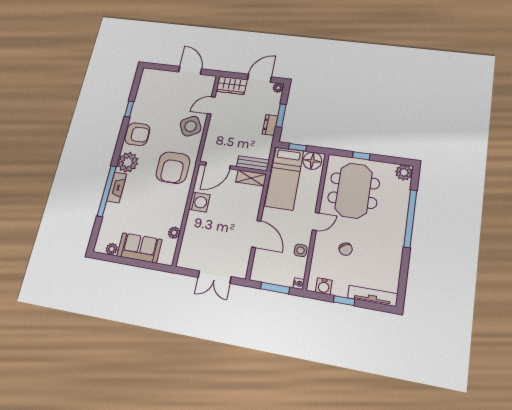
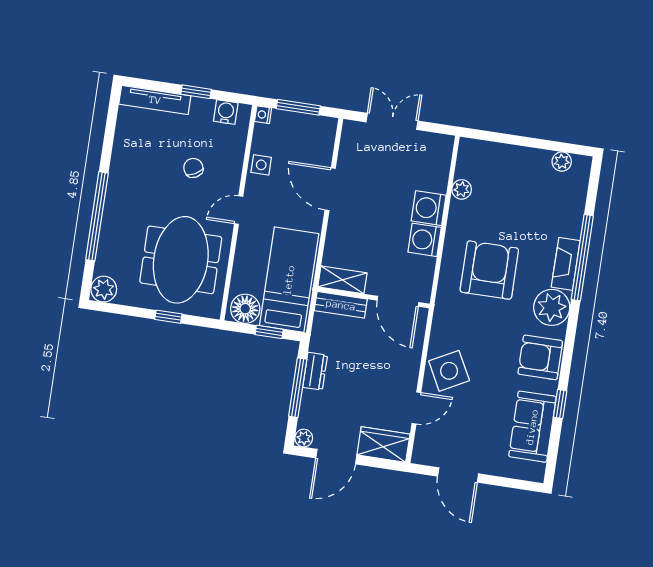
window: (281, 116) -> (298, 388), width x1.44
door: (218, 166) -> (398, 301), swing flipped
armchair: (173, 168) -> (489, 270), moved
washing machine: (195, 221) -> (429, 208), added
sofa: (139, 248) -> (532, 427), moved, turned 90

